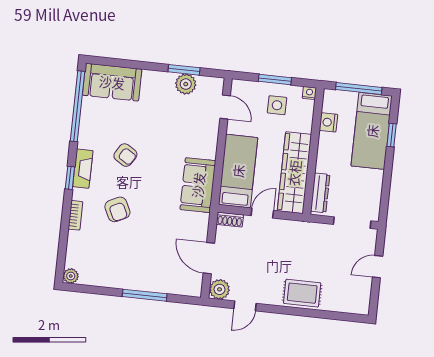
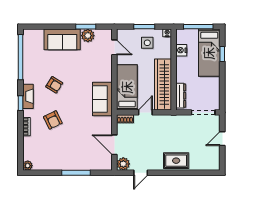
sofa: (112, 82) -> (62, 39), moved

